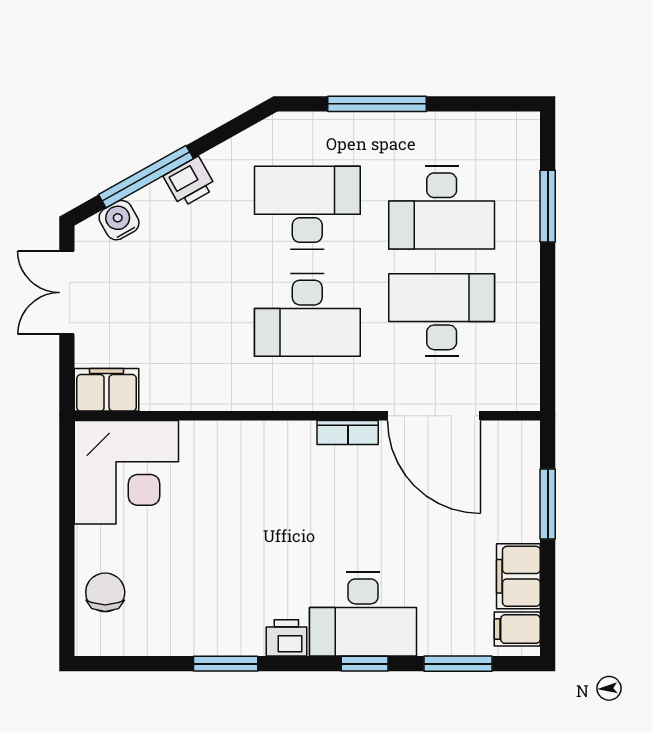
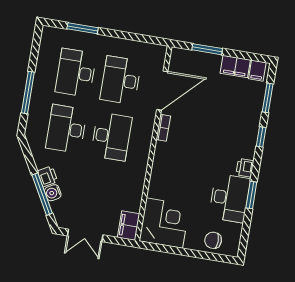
desk: (442, 208) -> (76, 73), turned 180
water cooler: (119, 220) -> (53, 193), moved
desk: (363, 614) -> (230, 198), moved

